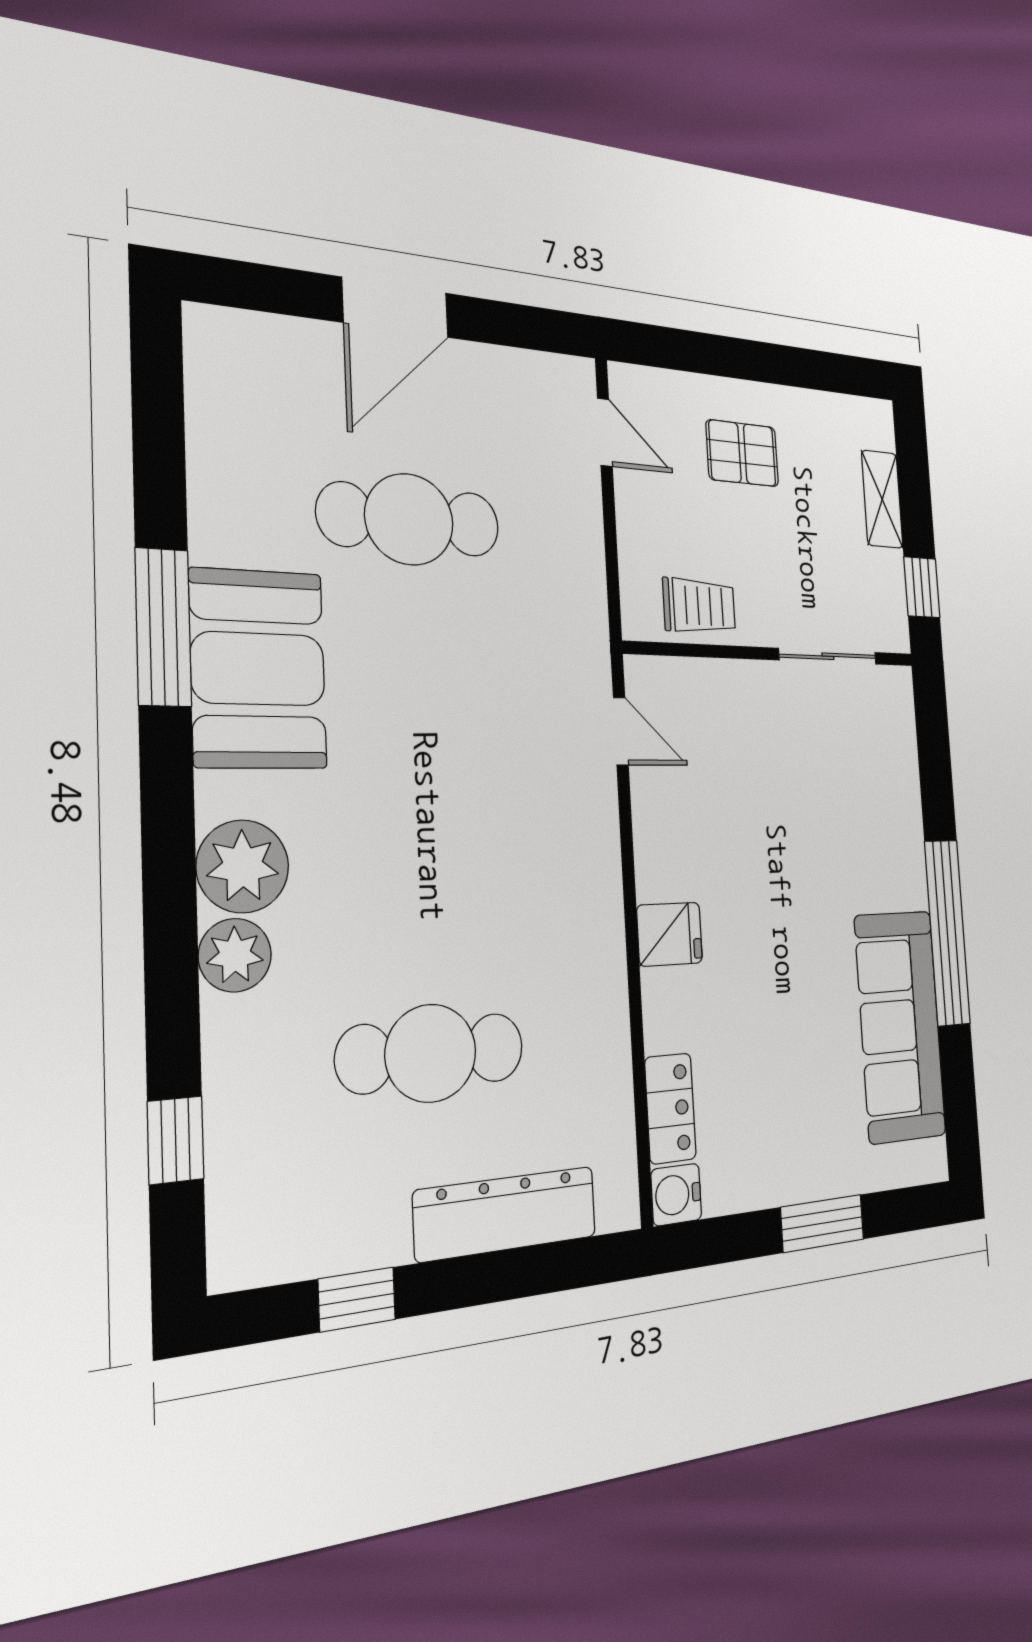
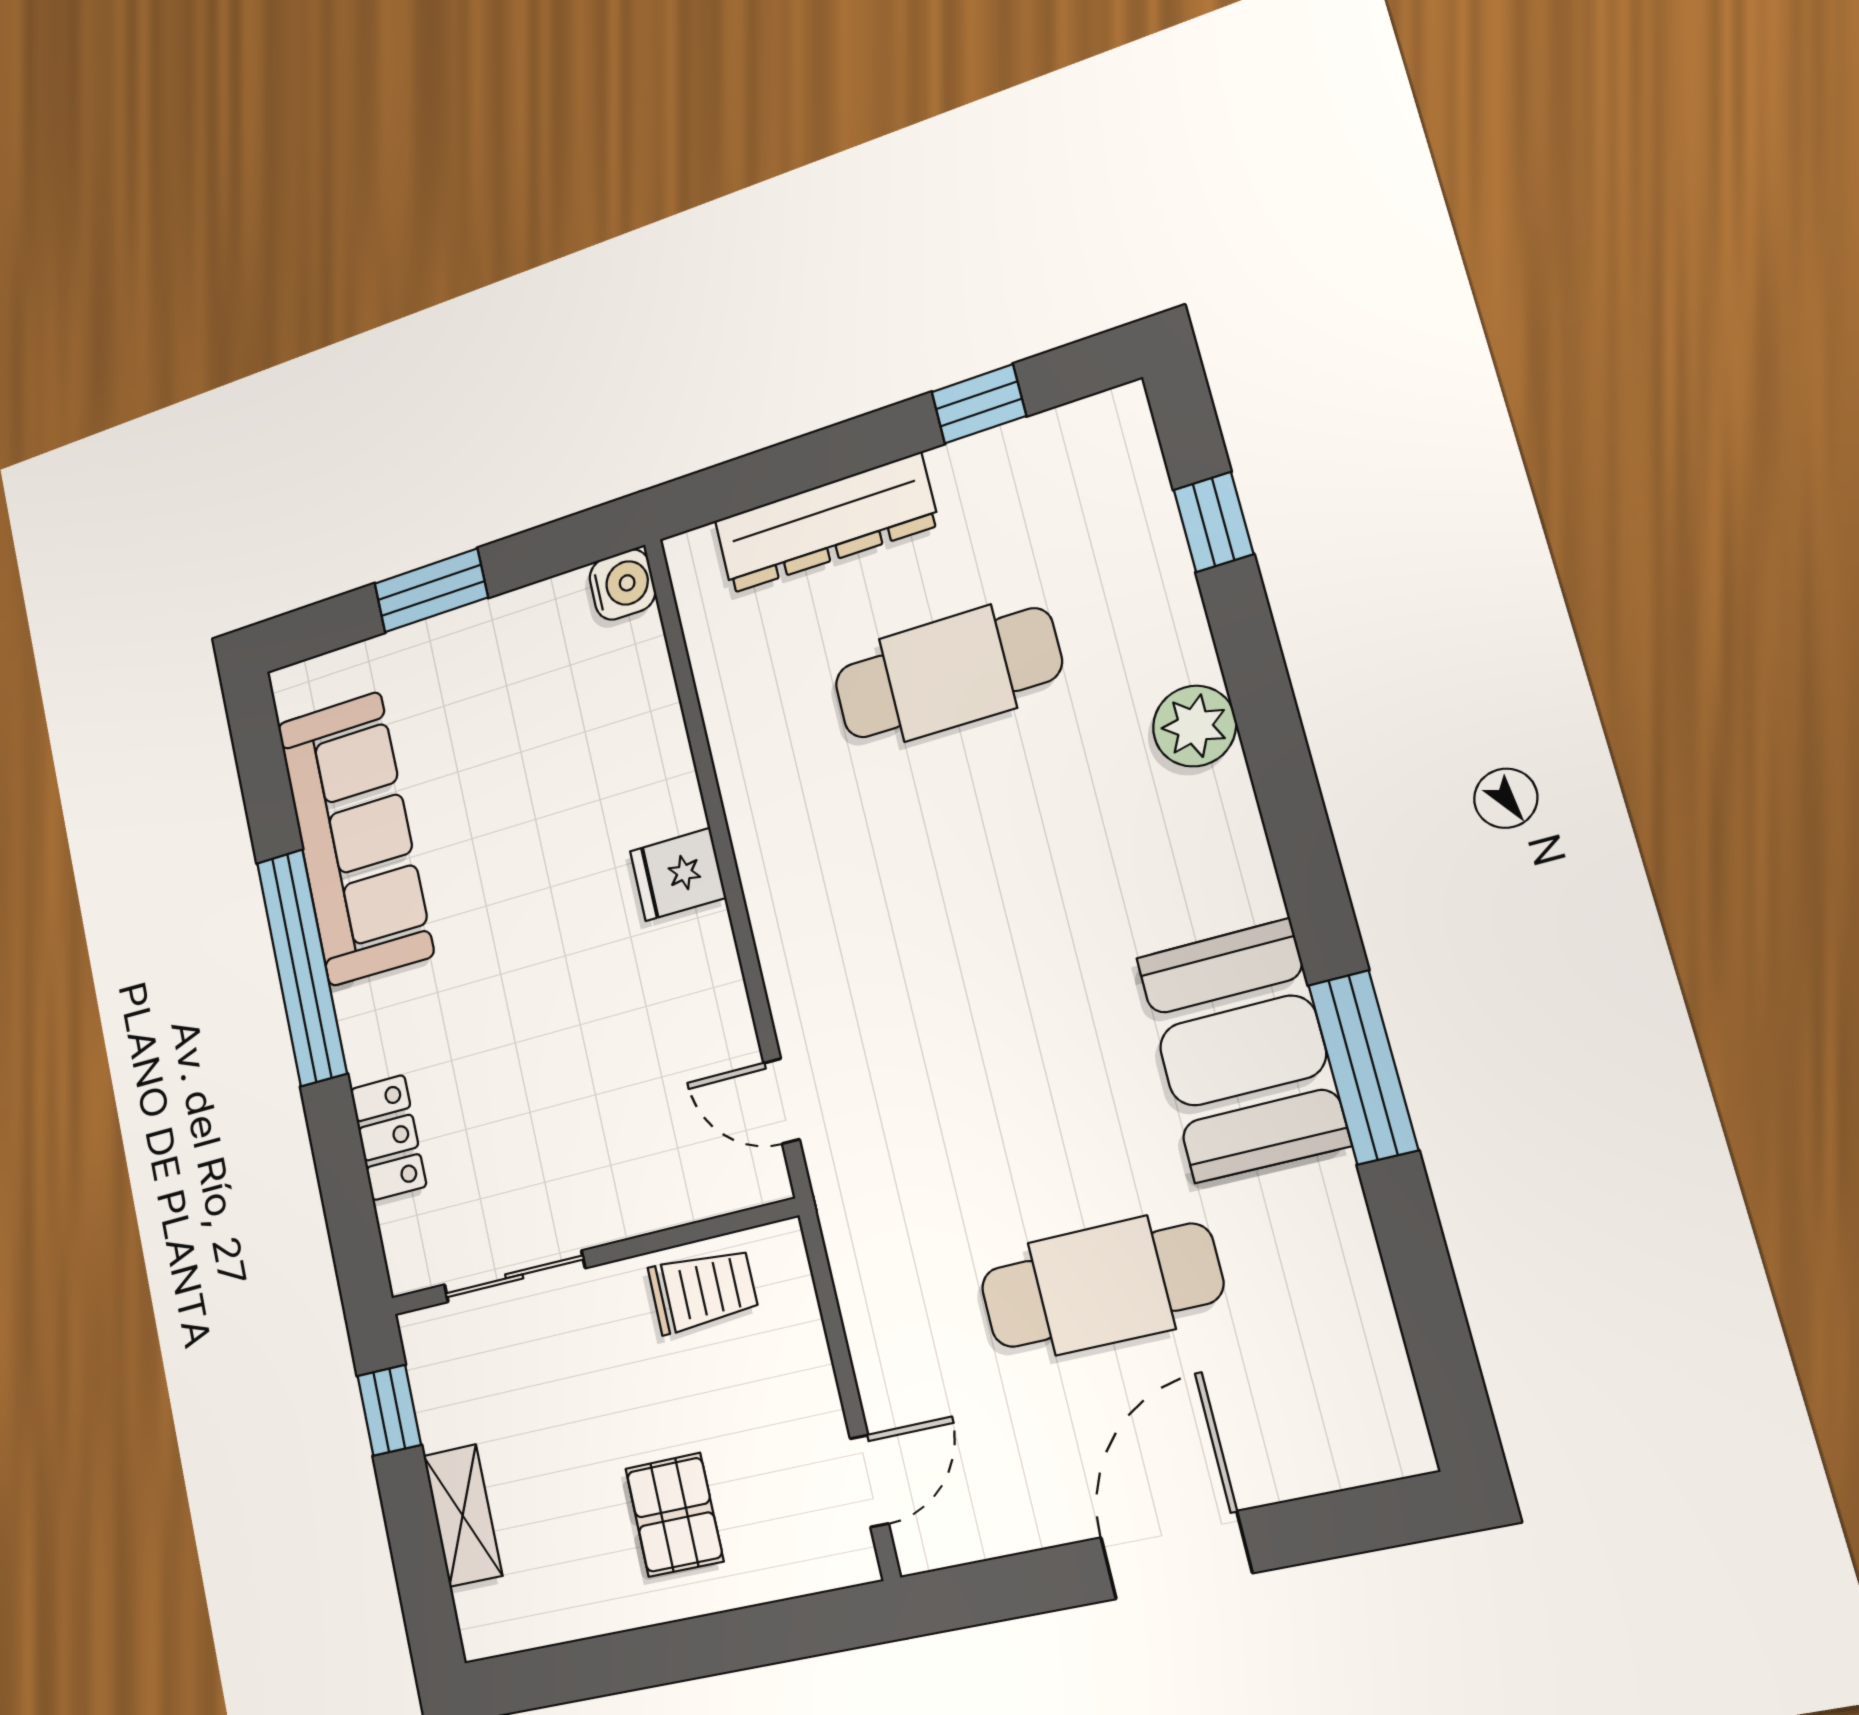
door: (605, 432) -> (869, 1481), swing flipped
pallet: (742, 453) -> (674, 1515), turned 90
trolley: (699, 606) -> (703, 1290), turned 180
plant: (243, 866) -> (1208, 824), removed
locker: (670, 1108) -> (388, 1138), moved, turned 180

